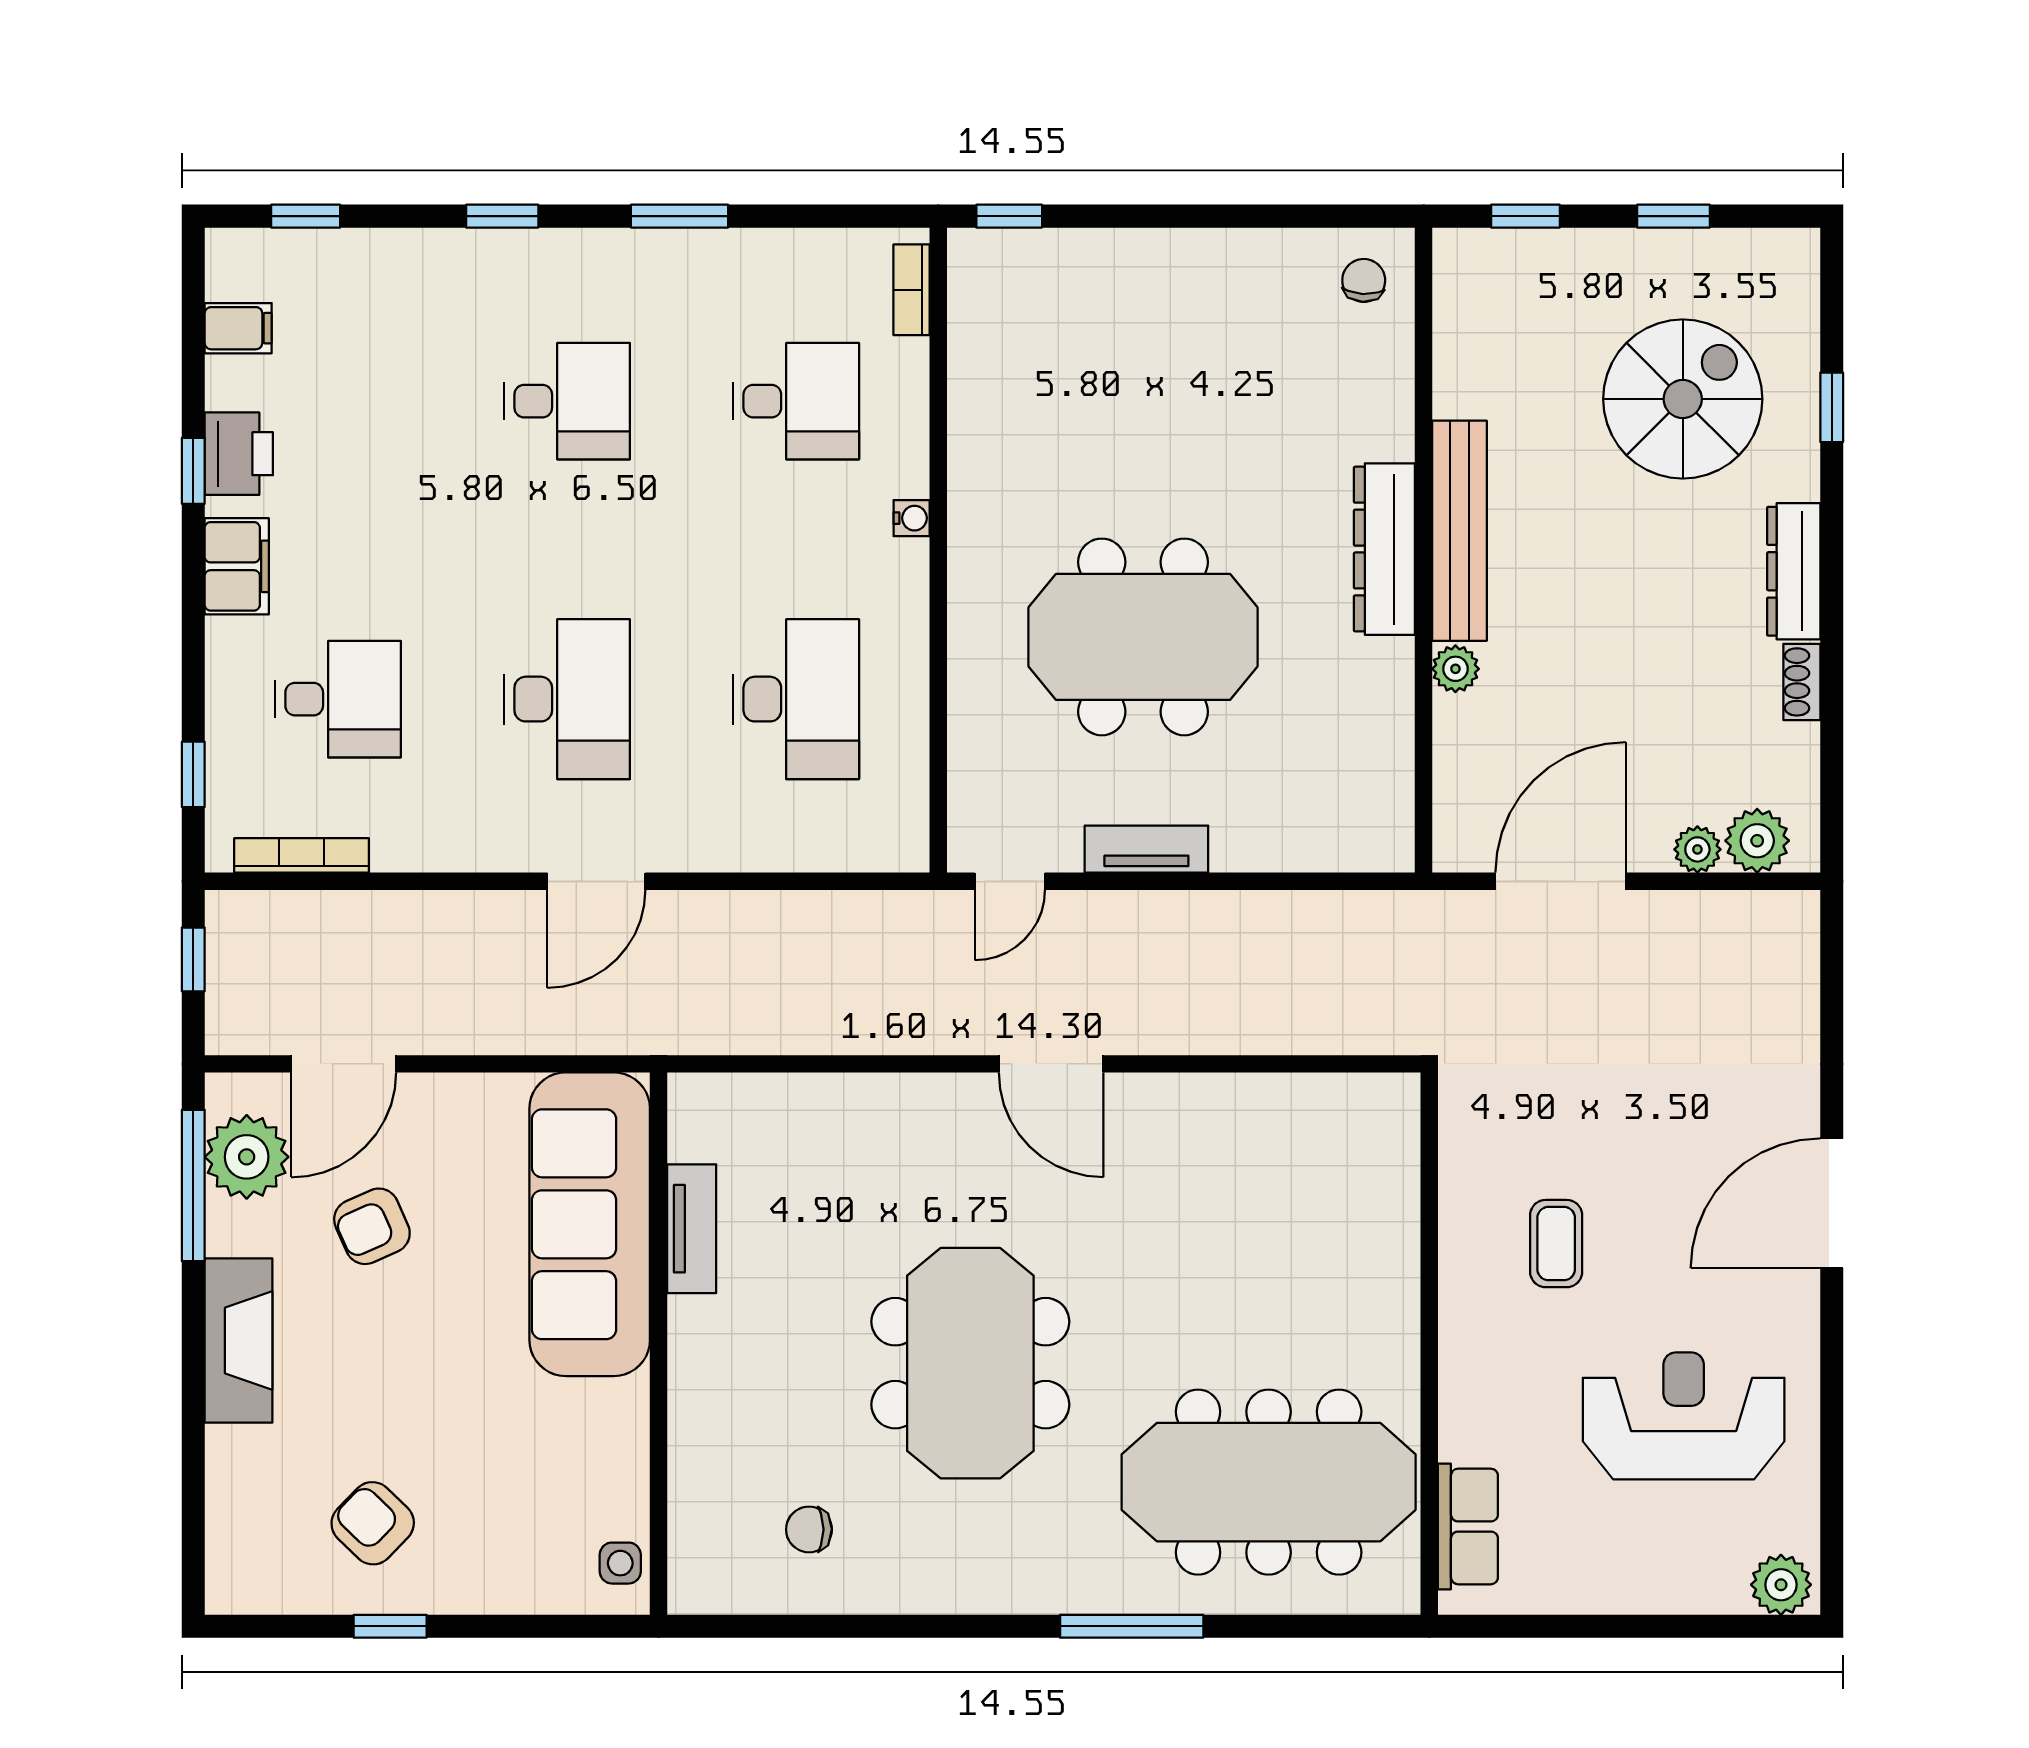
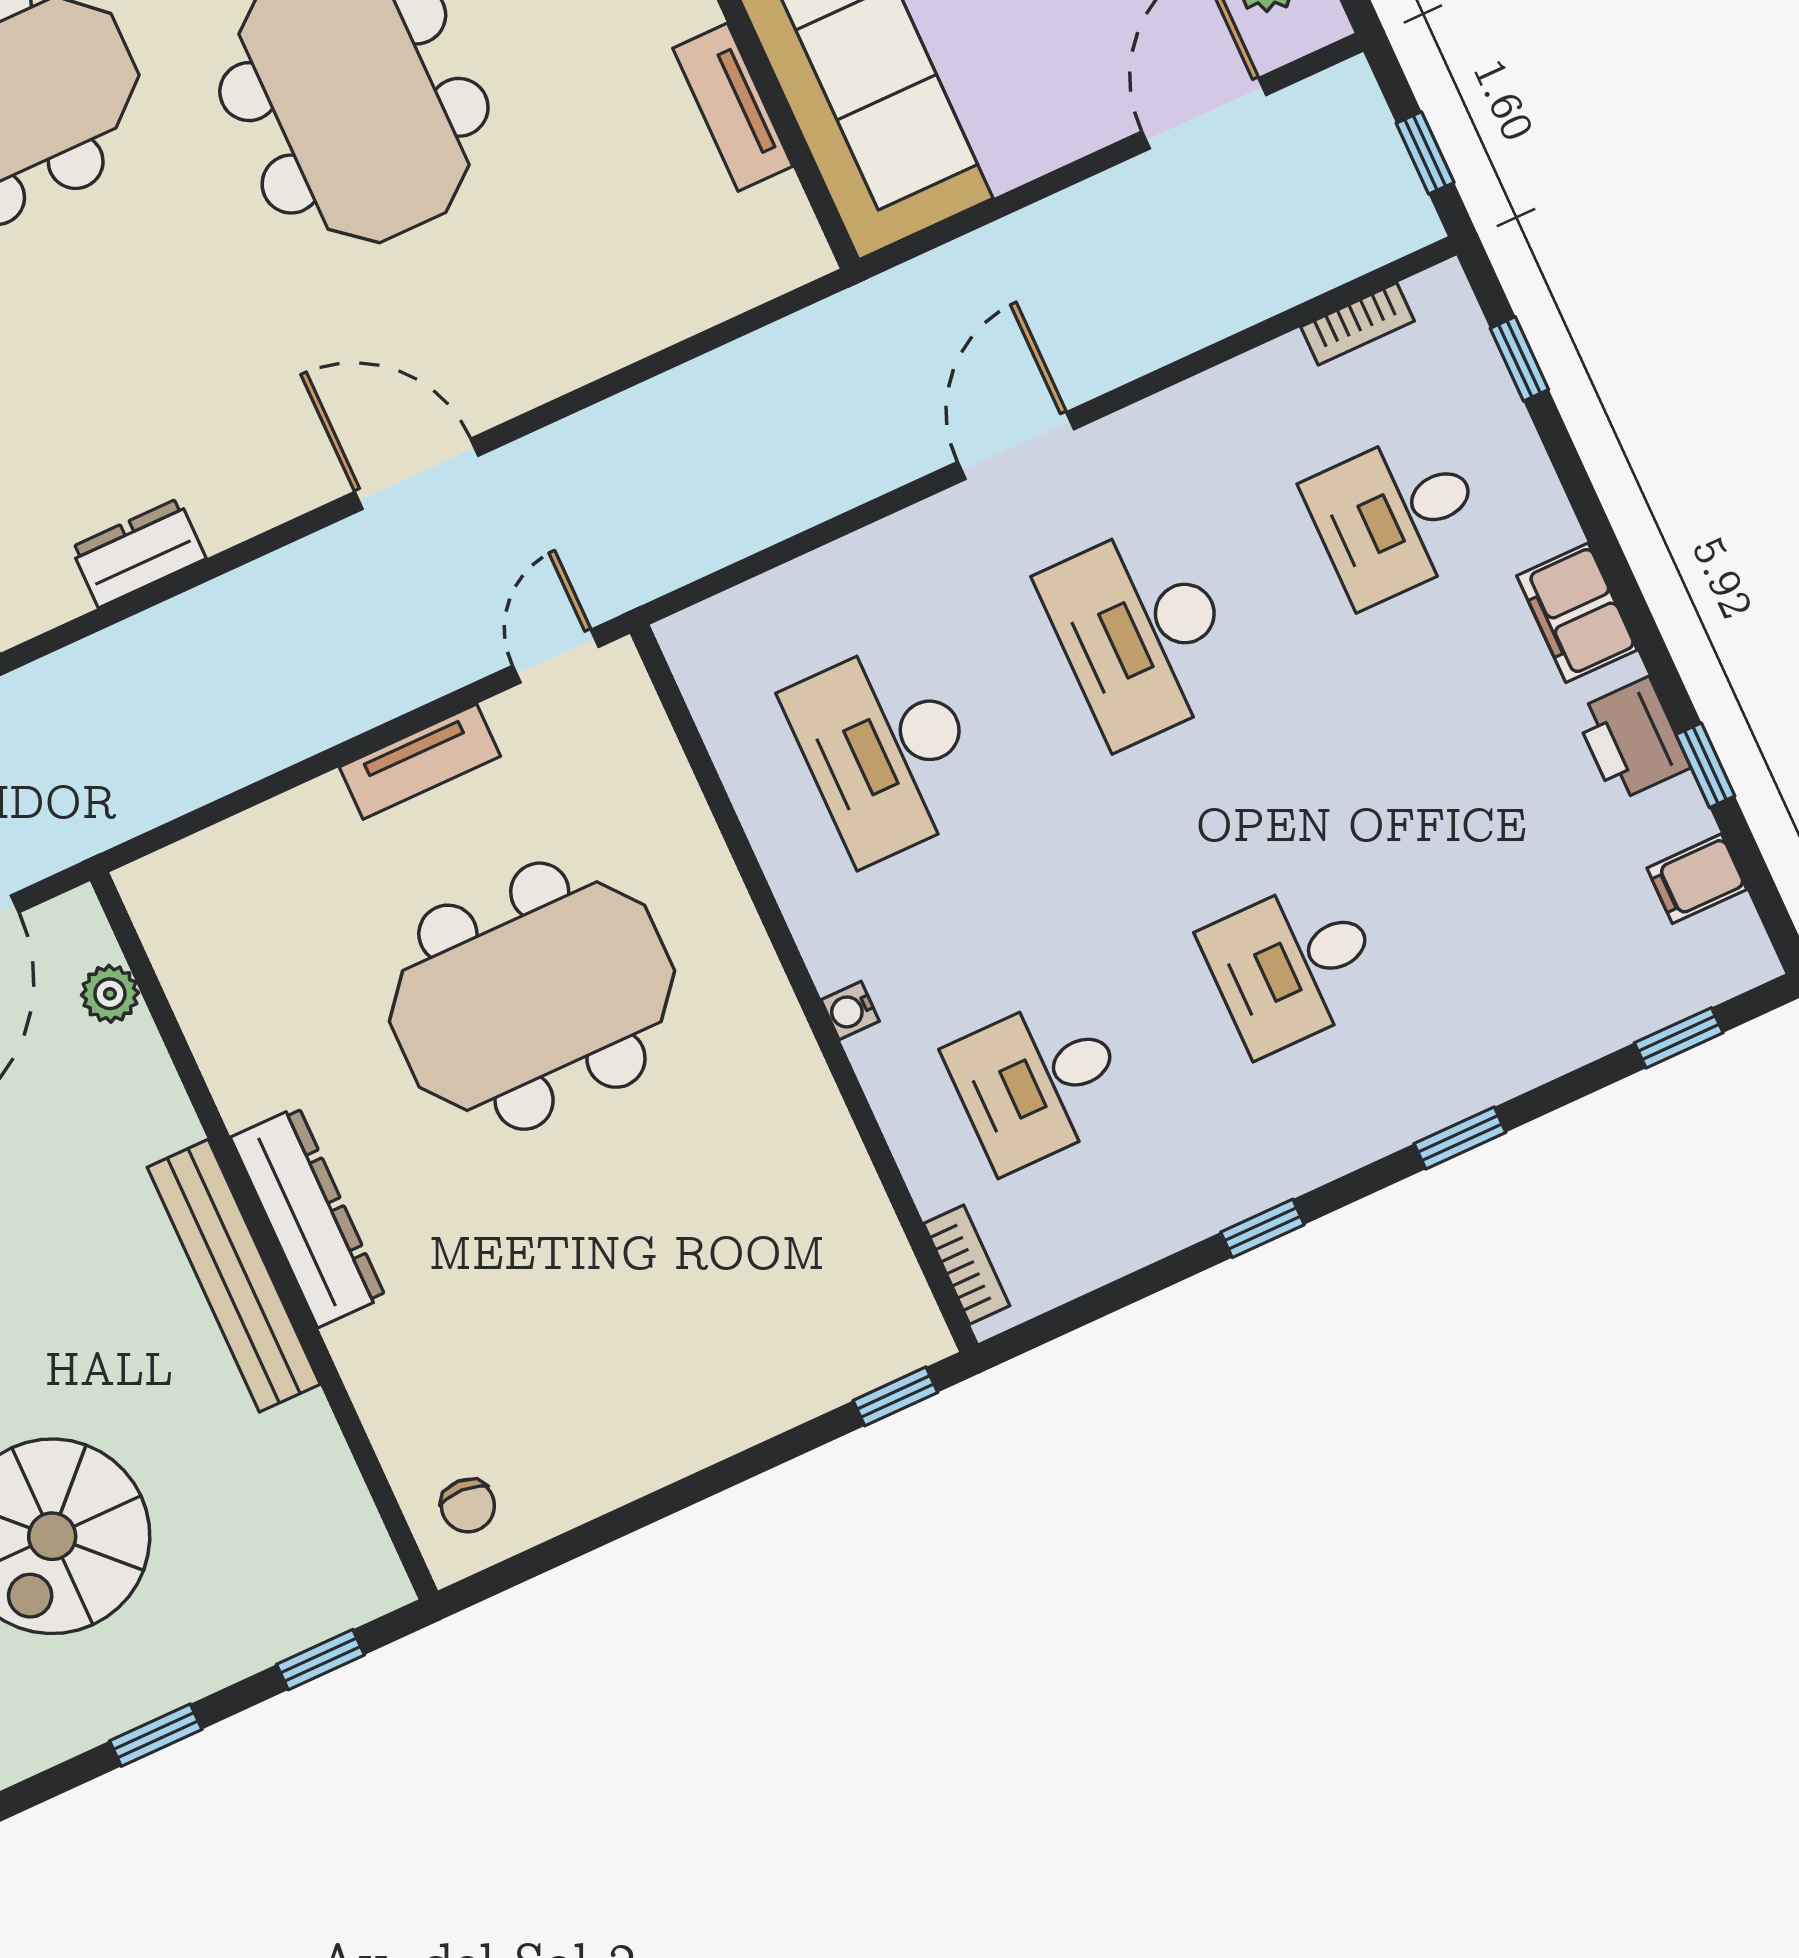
window: (680, 216) -> (1262, 1228), width x0.67
window: (193, 471) -> (1705, 765), moved
plant: (1455, 669) -> (110, 994), moved
bookcase: (302, 855) -> (1357, 324), width x0.64
dresser: (1284, 1100) -> (138, 553), added

